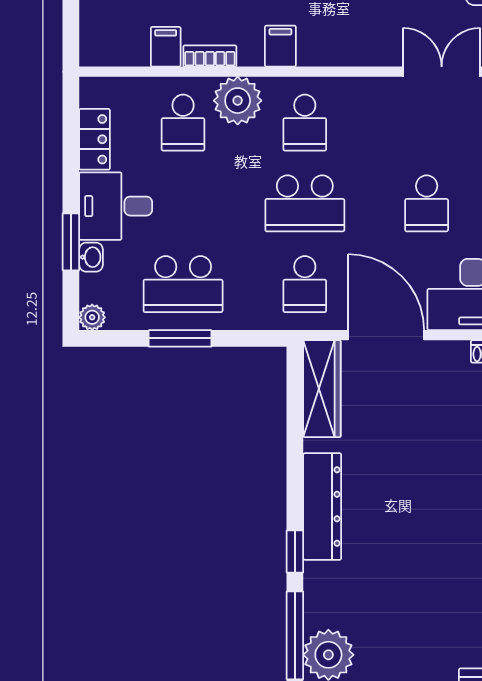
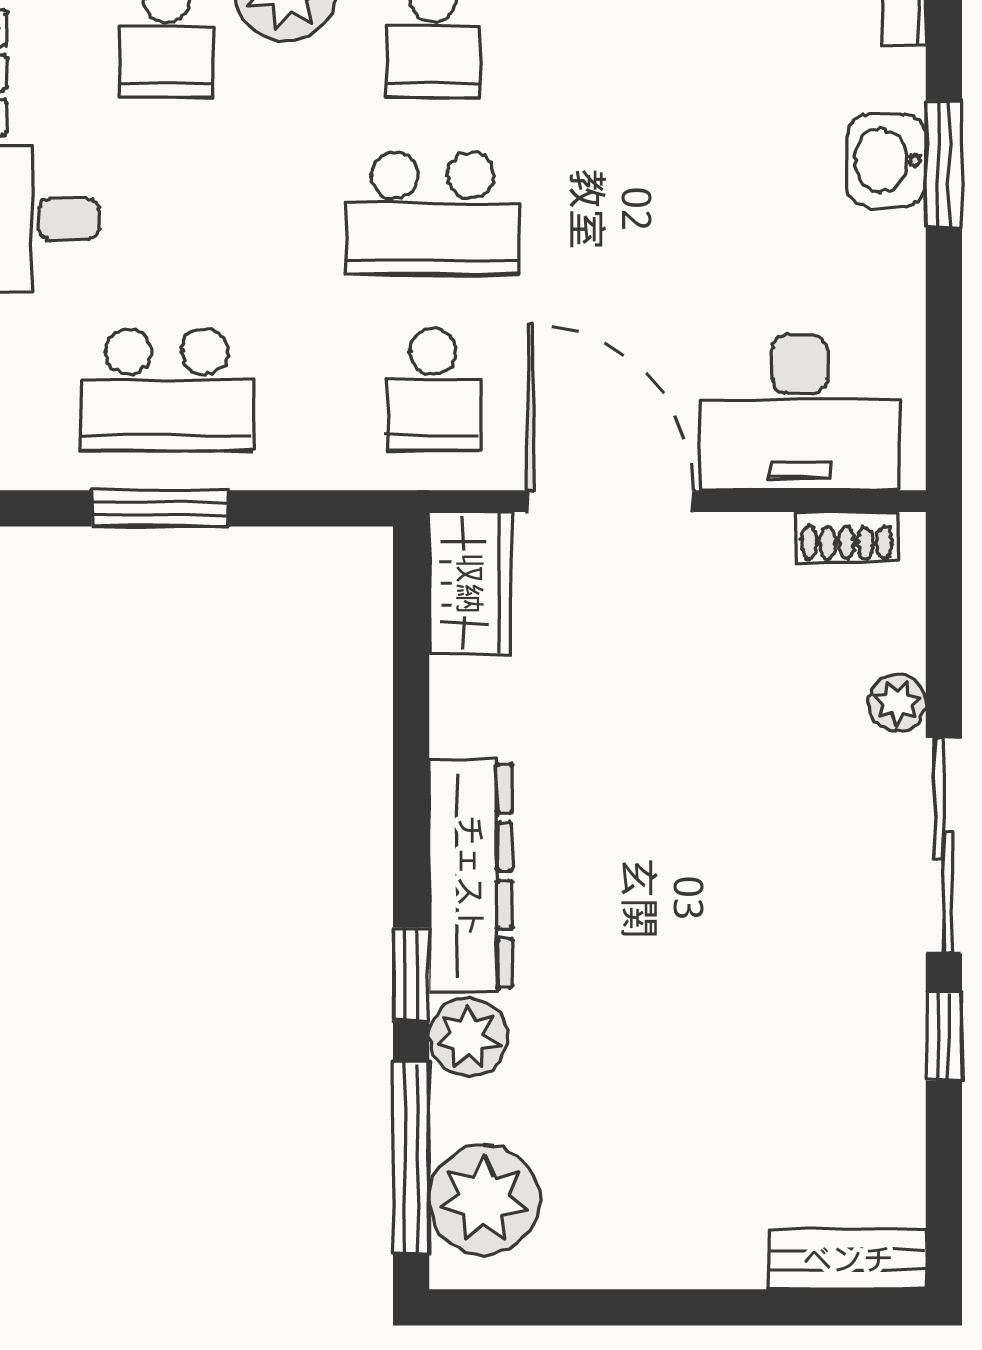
school desk: (427, 203) -> (699, 213), removed
wardrobe: (322, 389) -> (470, 583), width x0.67
plant: (321, 580) -> (468, 1037), added

